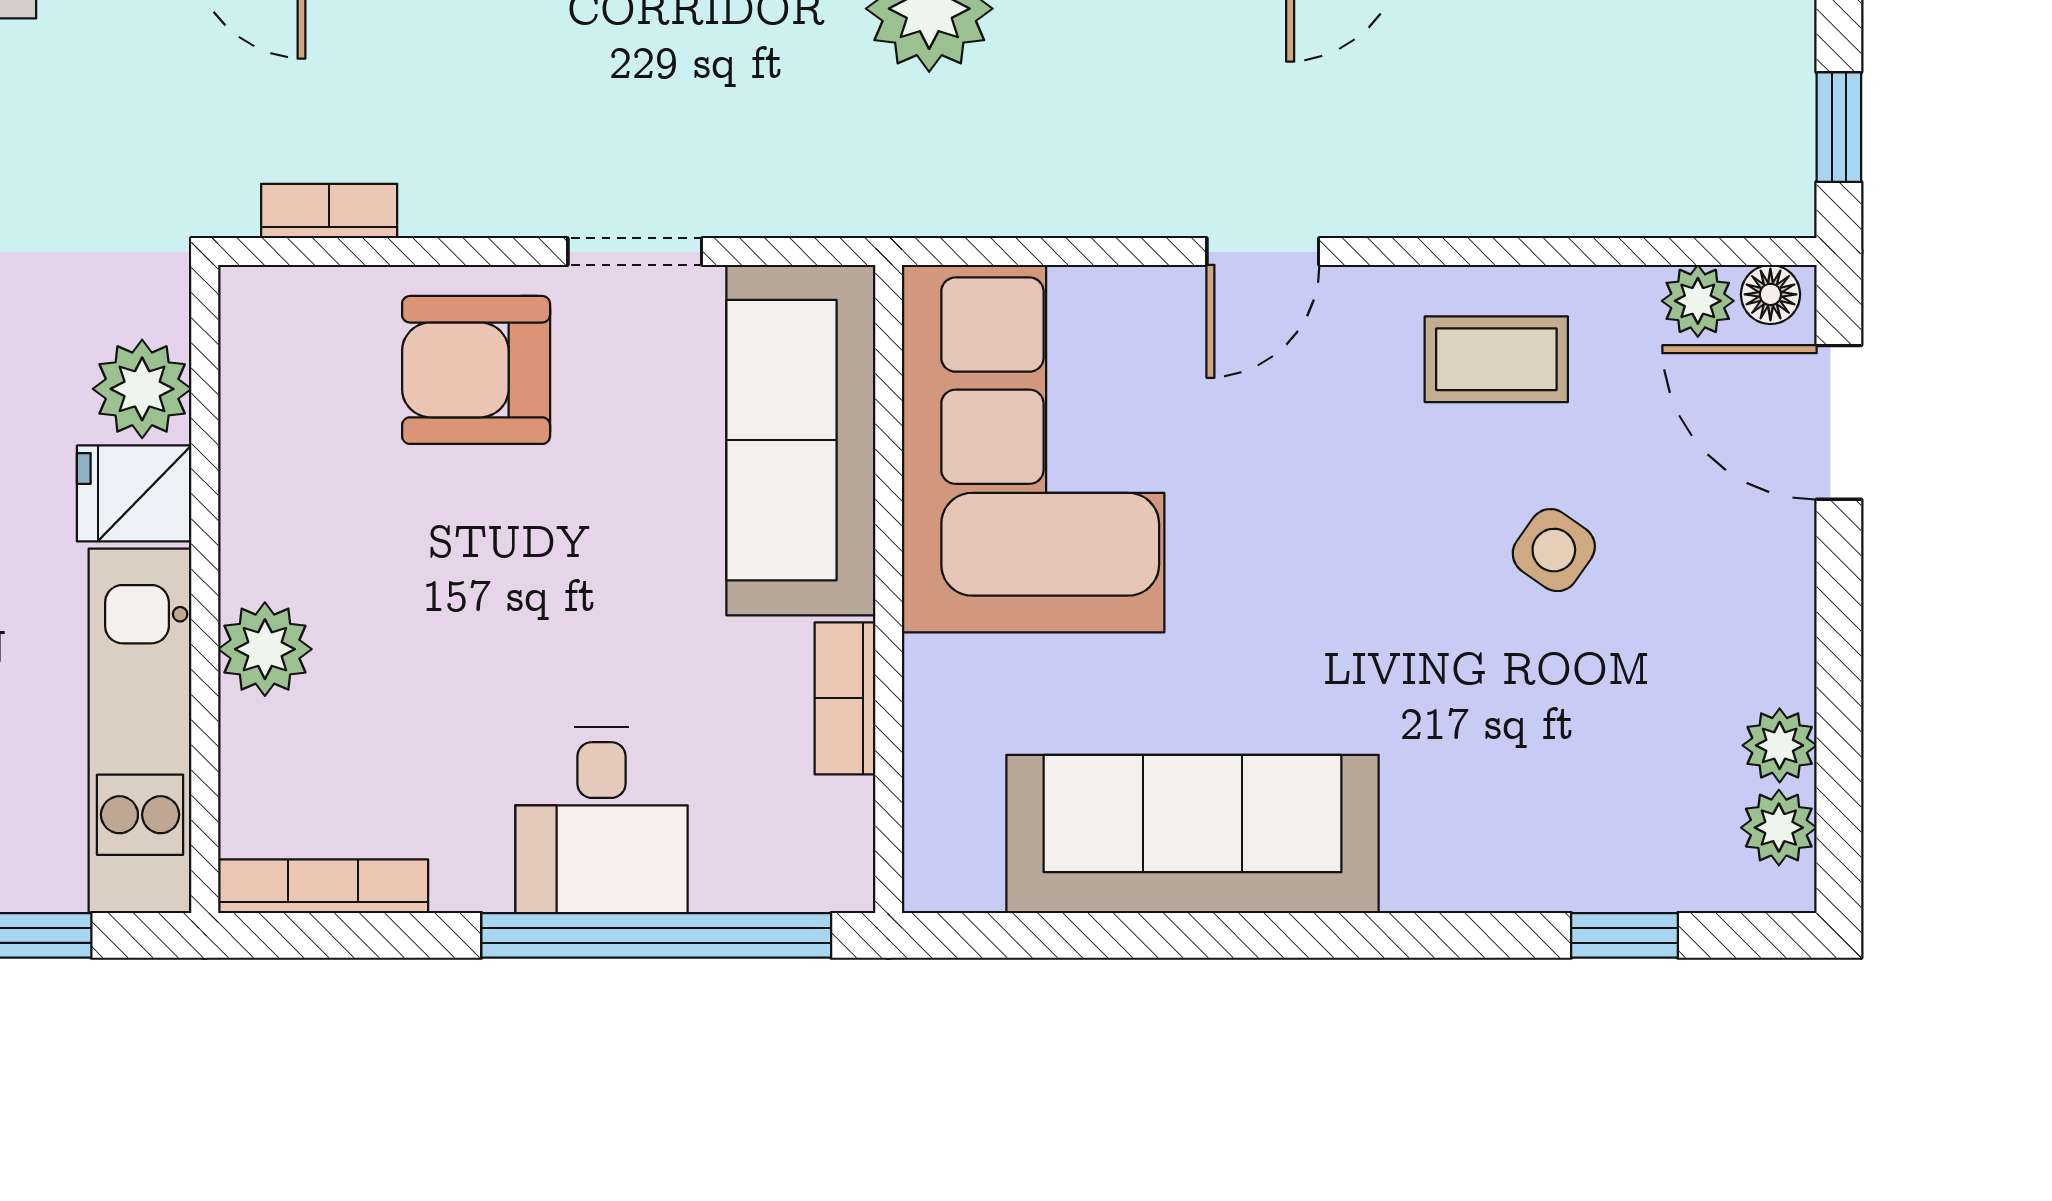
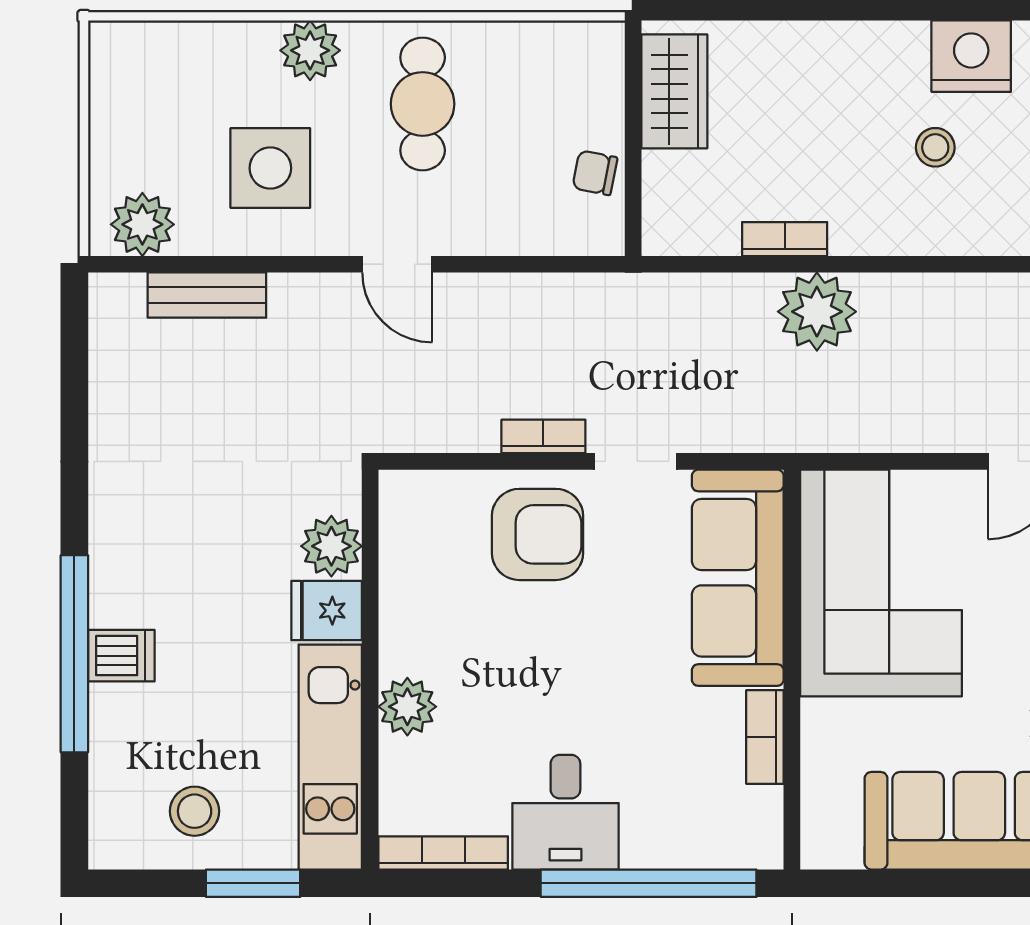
bookcase: (329, 211) -> (543, 436), moved
armchair: (476, 370) -> (537, 534), turned 180
desk: (602, 820) -> (565, 812), moved

